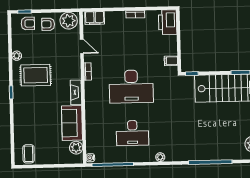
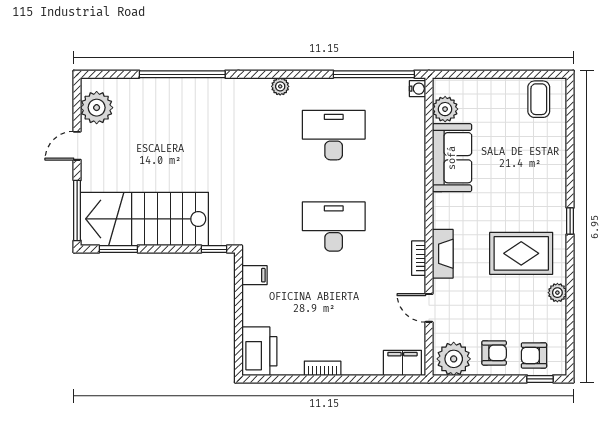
desk: (131, 86) -> (334, 227), width x0.73, depth x0.77
fireplace: (76, 92) -> (443, 254), moved

